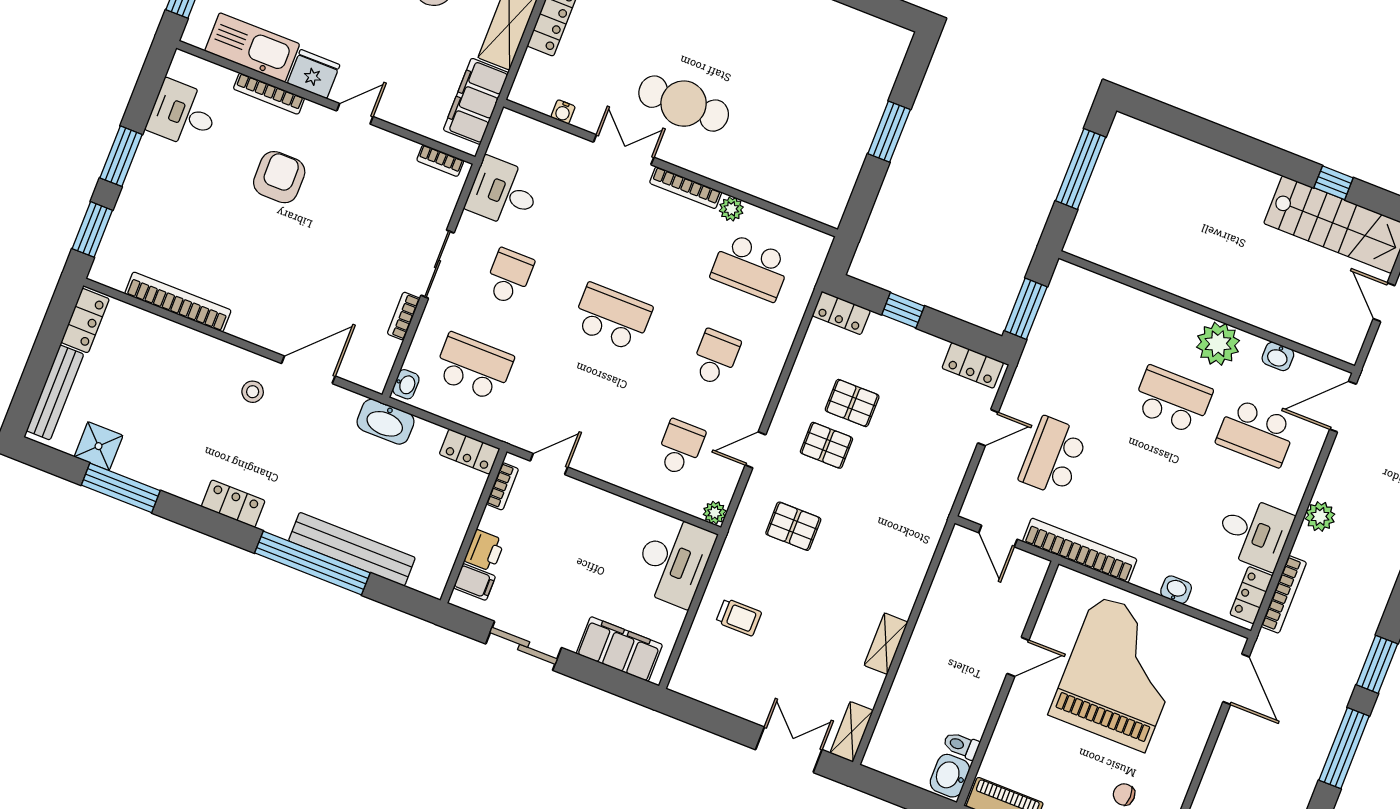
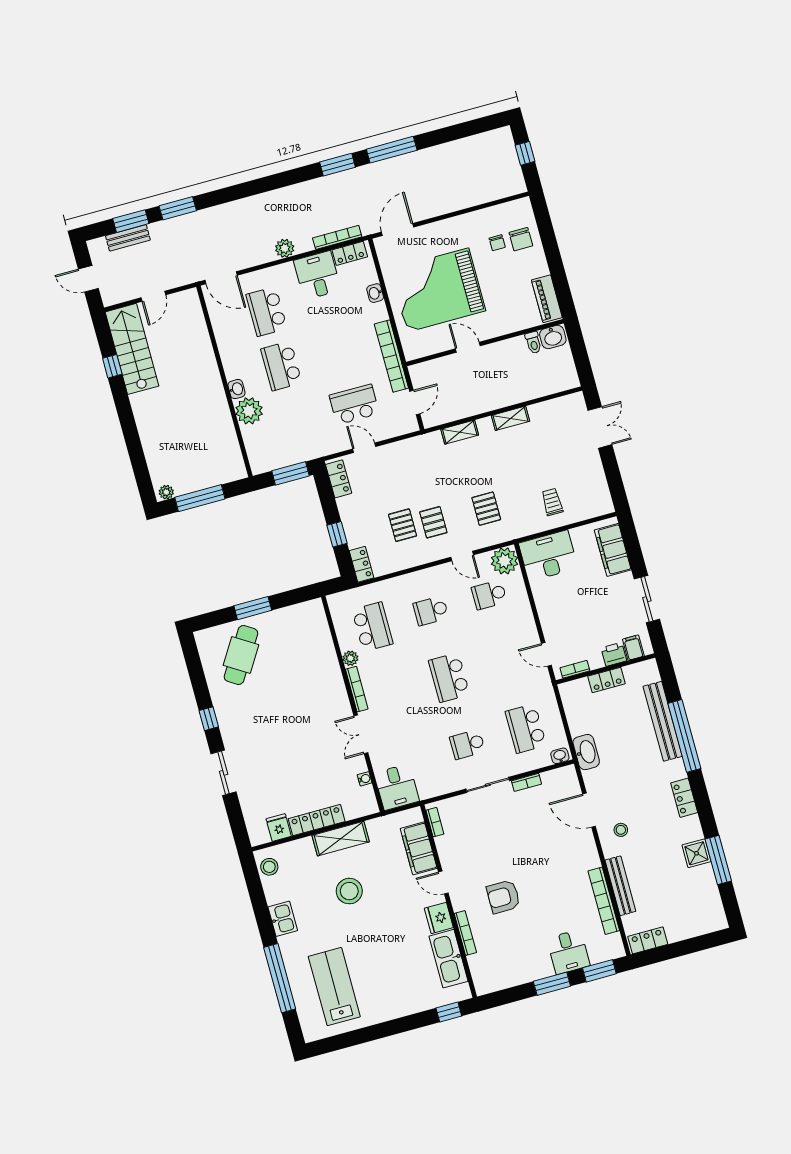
filing cabinet: (476, 101) -> (419, 848), moved, turned 90
cafe table: (684, 104) -> (241, 655), moved, turned 32
desk: (183, 114) -> (568, 952), moved
plant: (1120, 131) -> (166, 492), added
desk: (503, 193) -> (397, 787), moved
plant: (1218, 344) -> (249, 411), moved
washbasin: (1278, 356) -> (236, 389), moved
bench: (55, 392) -> (620, 886), moved, turned 90
school desk: (1256, 433) -> (266, 312), turned 180
shower: (99, 446) -> (696, 853), moved
locker: (469, 452) -> (606, 680), moved, turned 90
school desk: (1053, 456) -> (354, 404), turned 180
plant: (715, 513) -> (504, 561), width x1.88, depth x1.88
shelving: (852, 732) -> (460, 432), moved
double door: (789, 750) -> (600, 427), swing flipped

